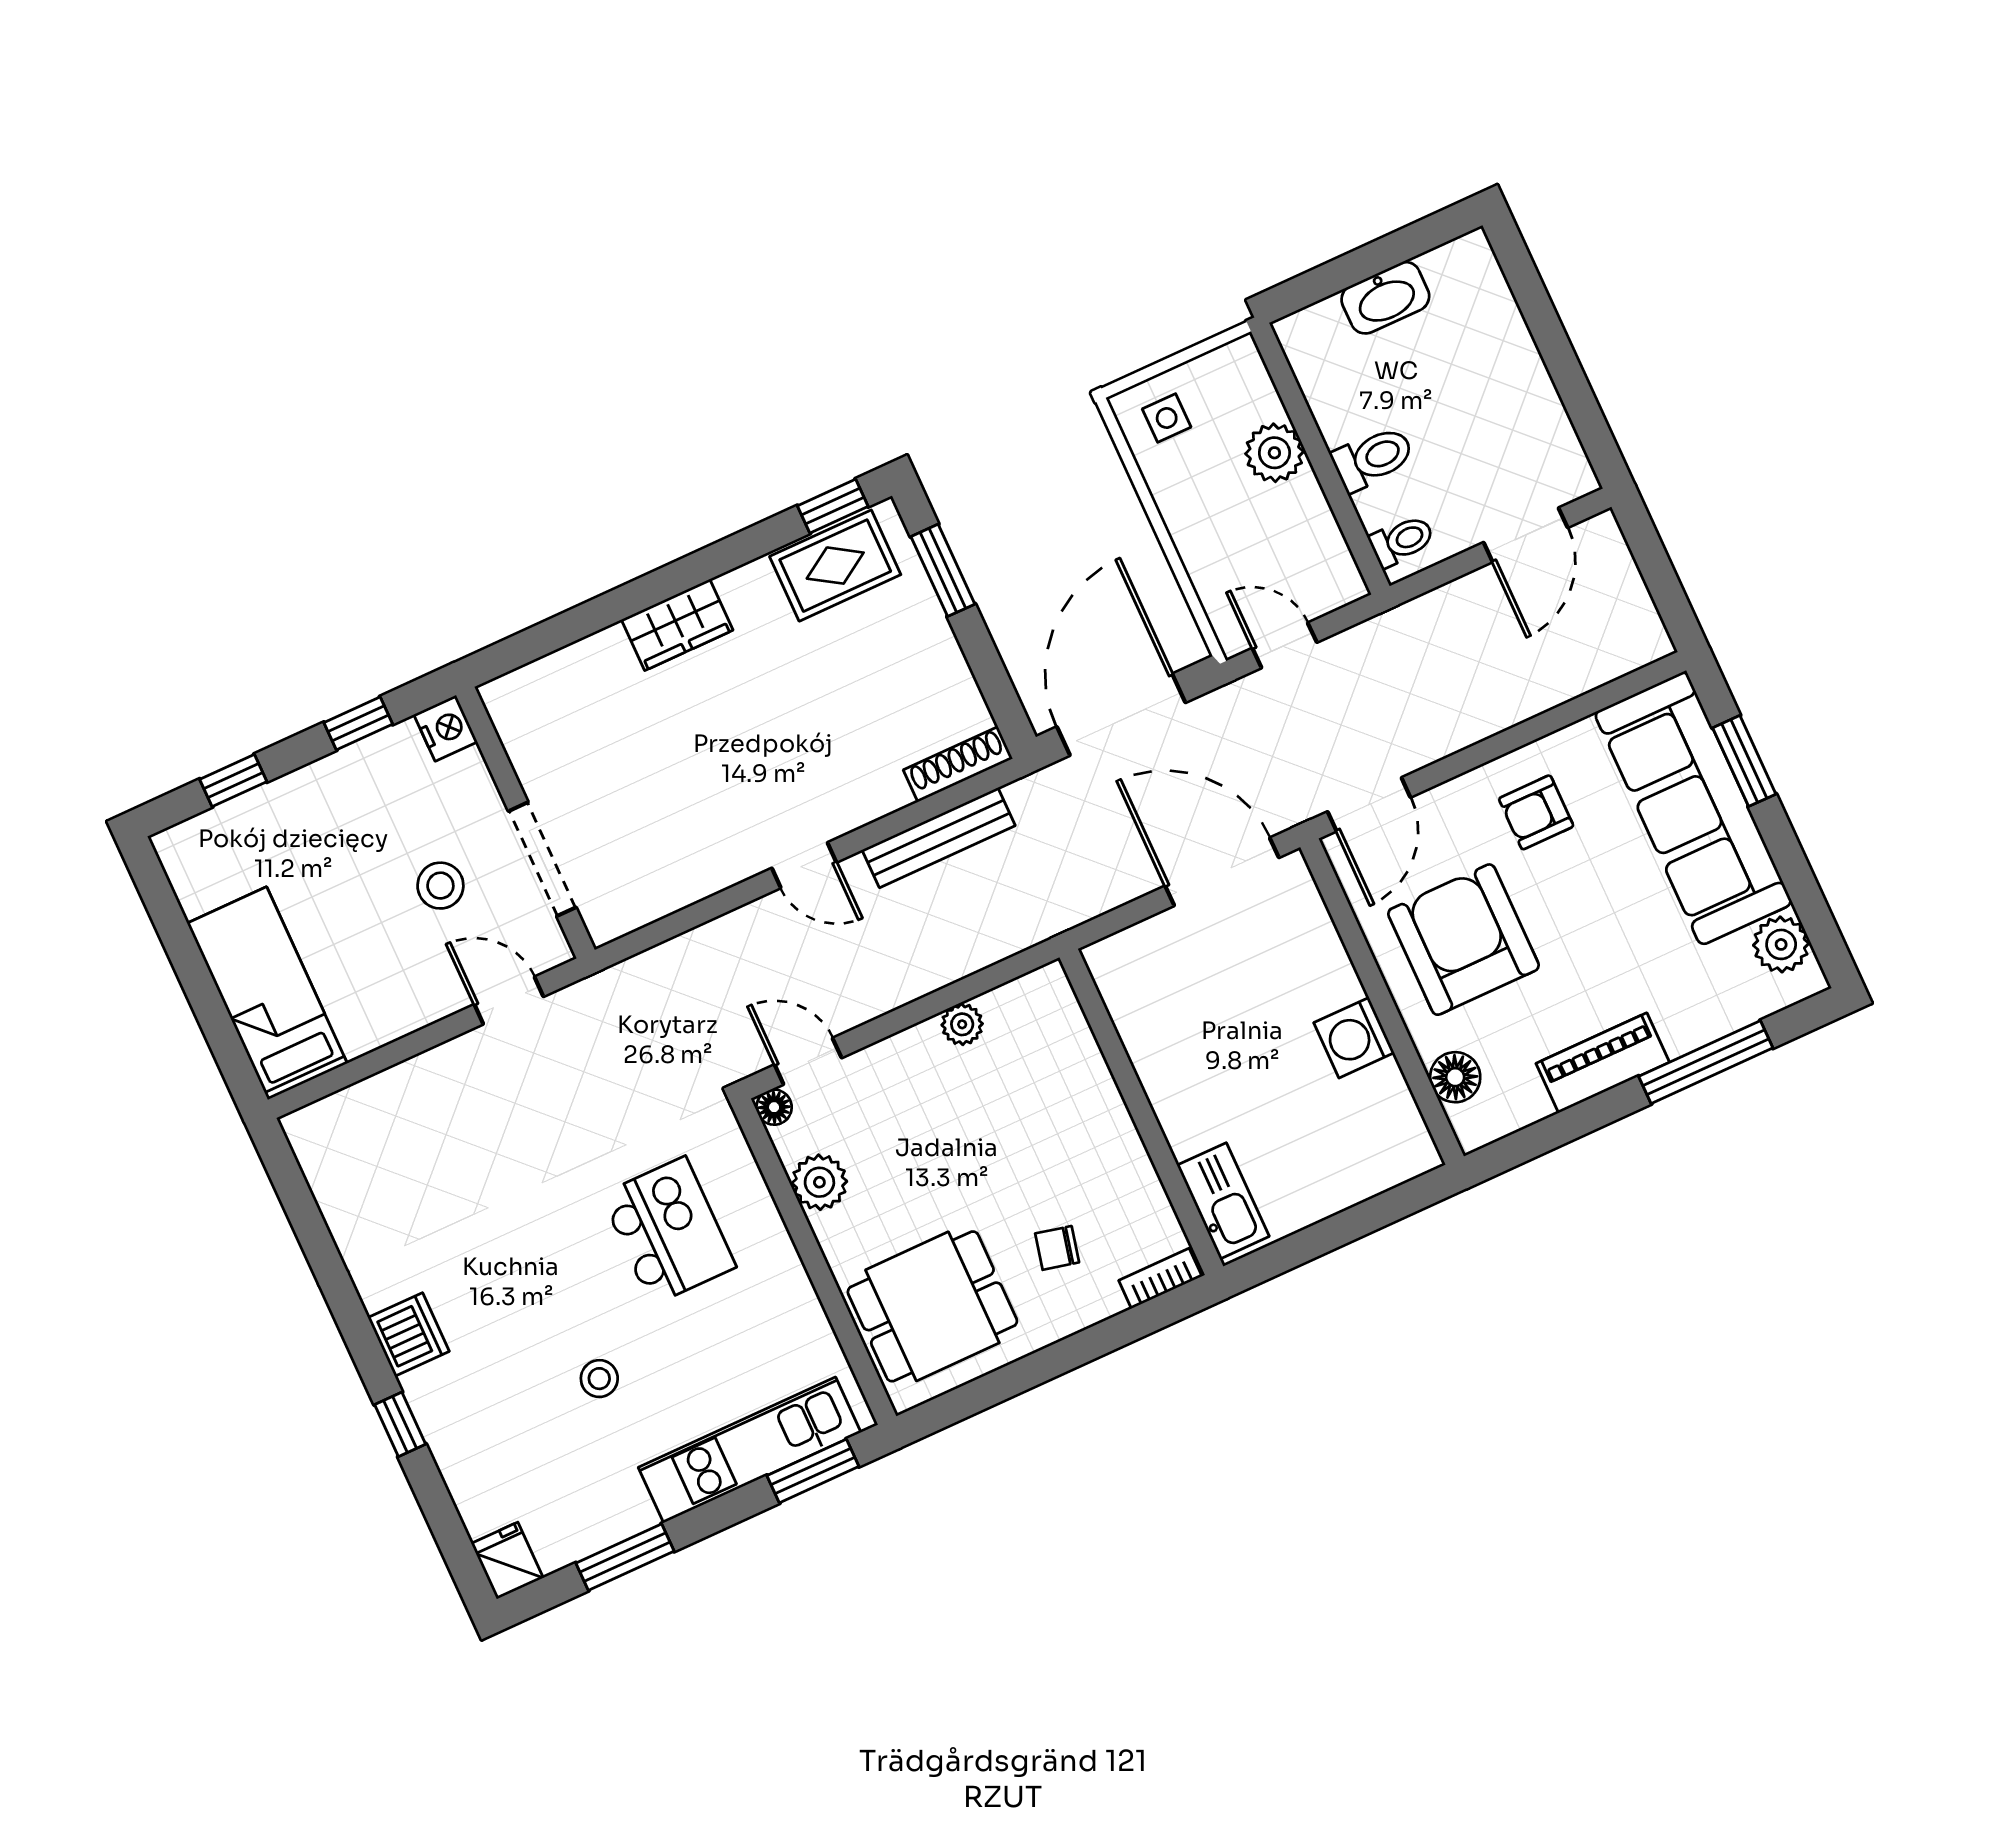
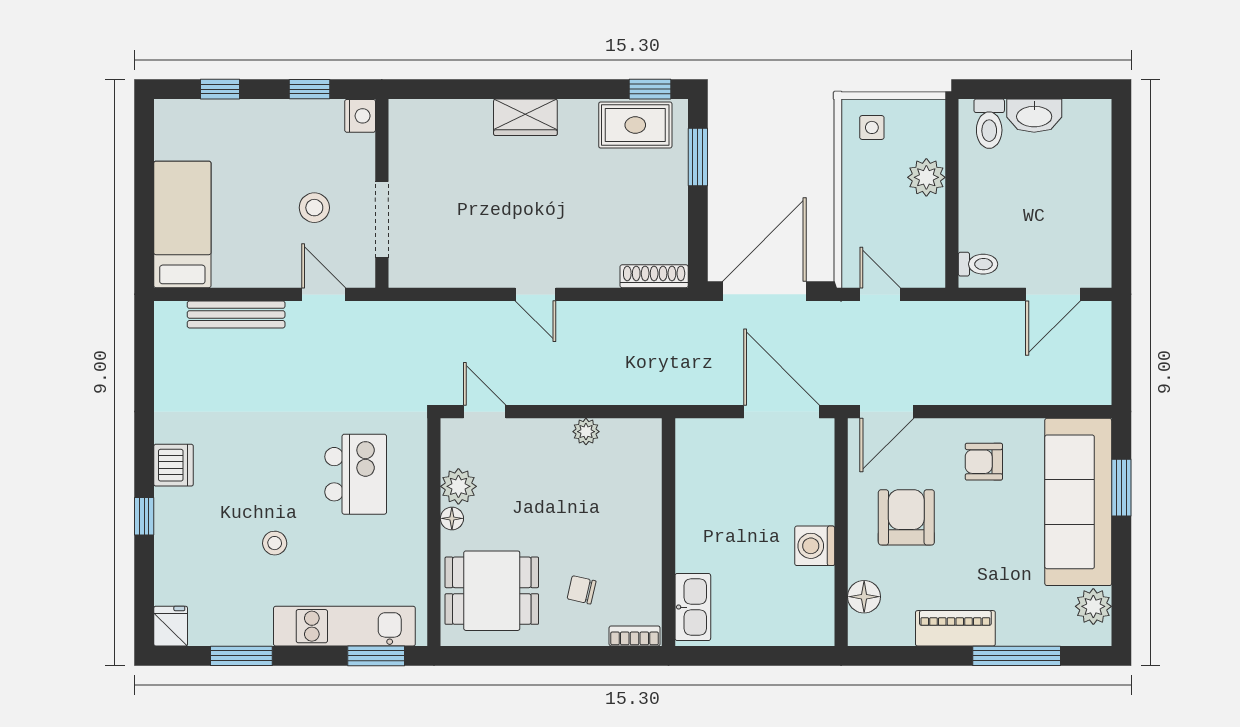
toilet: (1373, 458) -> (989, 124), moved, turned 90
bench: (939, 838) -> (236, 314), moved
armchair: (1463, 940) -> (906, 517), width x0.73, depth x0.73
floor lamp: (774, 1107) -> (452, 518), moved

